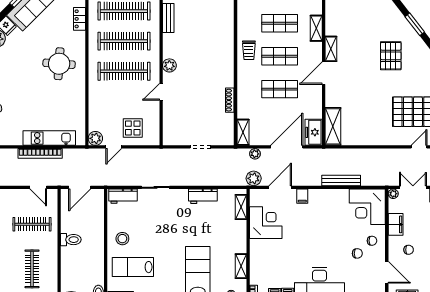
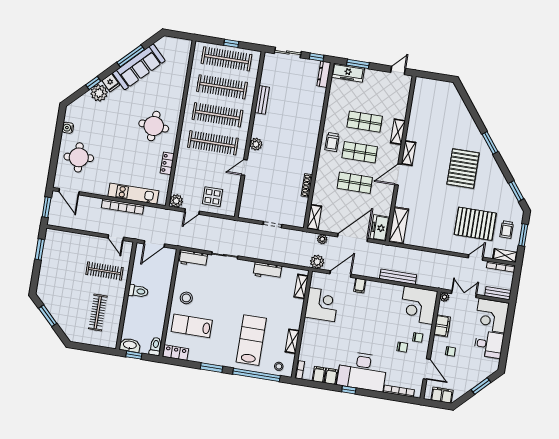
locker: (80, 19) -> (167, 163), moved
pallet: (391, 56) -> (463, 169), width x1.37, depth x1.41

